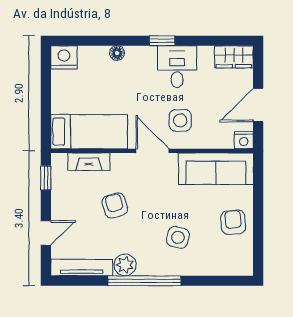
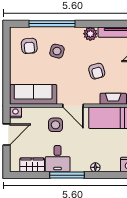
window: (162, 41) -> (67, 175), width x2.17
wardrobe: (234, 57) -> (32, 165), moved
armchair: (233, 222) -> (29, 46), moved
window: (144, 281) -> (52, 24), moved

